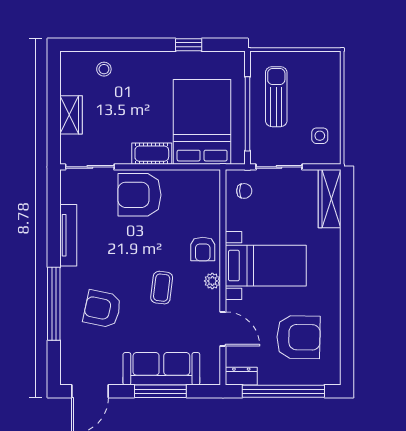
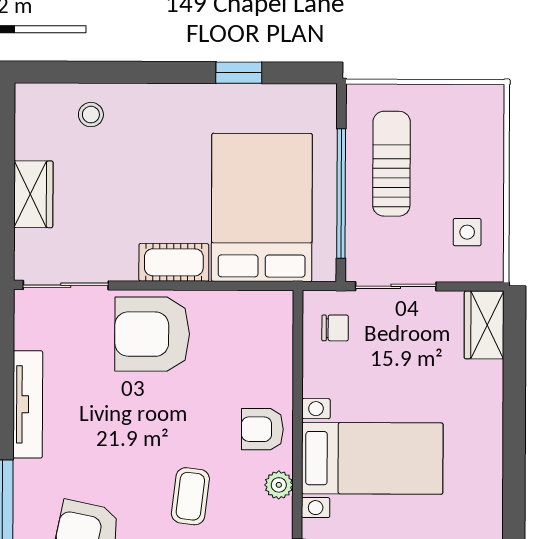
wardrobe: (330, 199) -> (484, 325), width x0.67
armchair: (203, 249) -> (262, 429), turned 90

